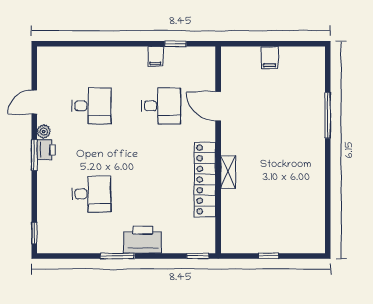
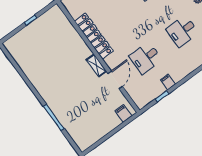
filing cabinet: (270, 58) -> (123, 113), moved
door: (218, 106) -> (115, 80), hinge flipped
shelving: (228, 172) -> (96, 65), moved

